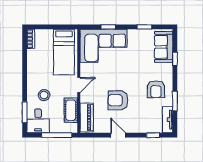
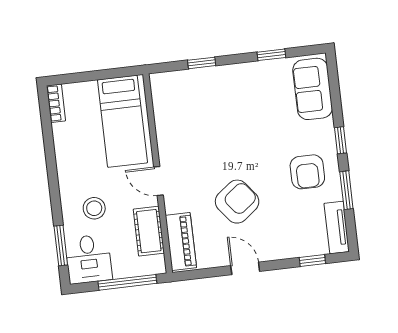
corner sofa: (104, 46) -> (197, 100), removed
window: (175, 59) -> (341, 140), moved
door: (79, 85) -> (159, 181), swing flipped
armchair: (118, 100) -> (237, 202), turned 142

